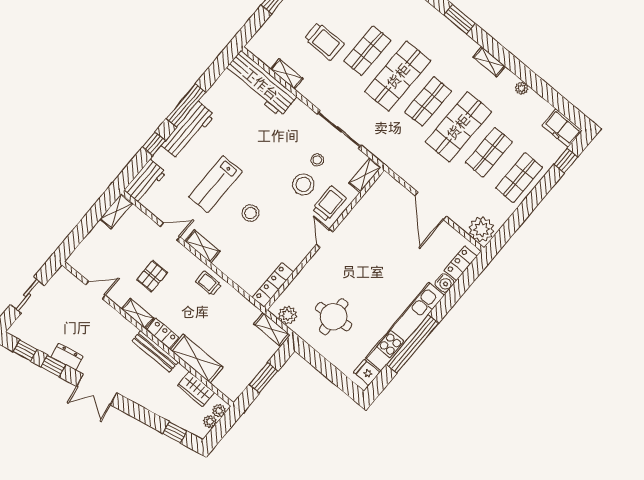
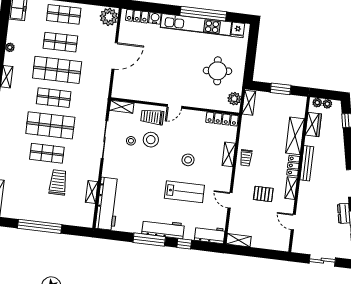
shelving: (203, 246) -> (229, 154), moved

